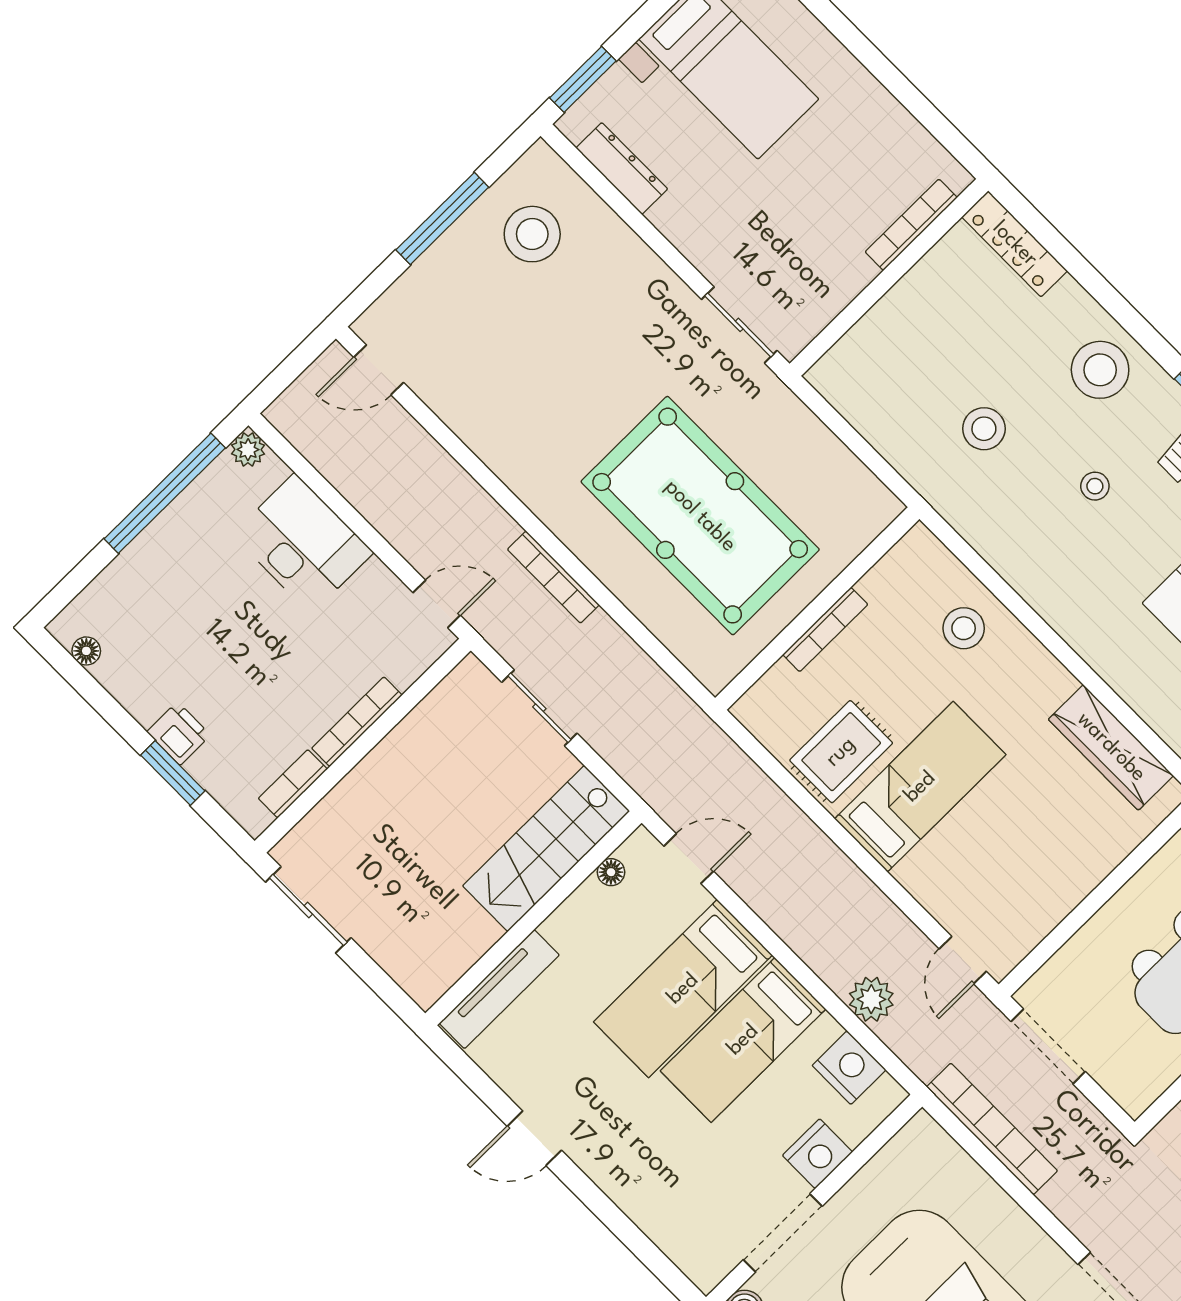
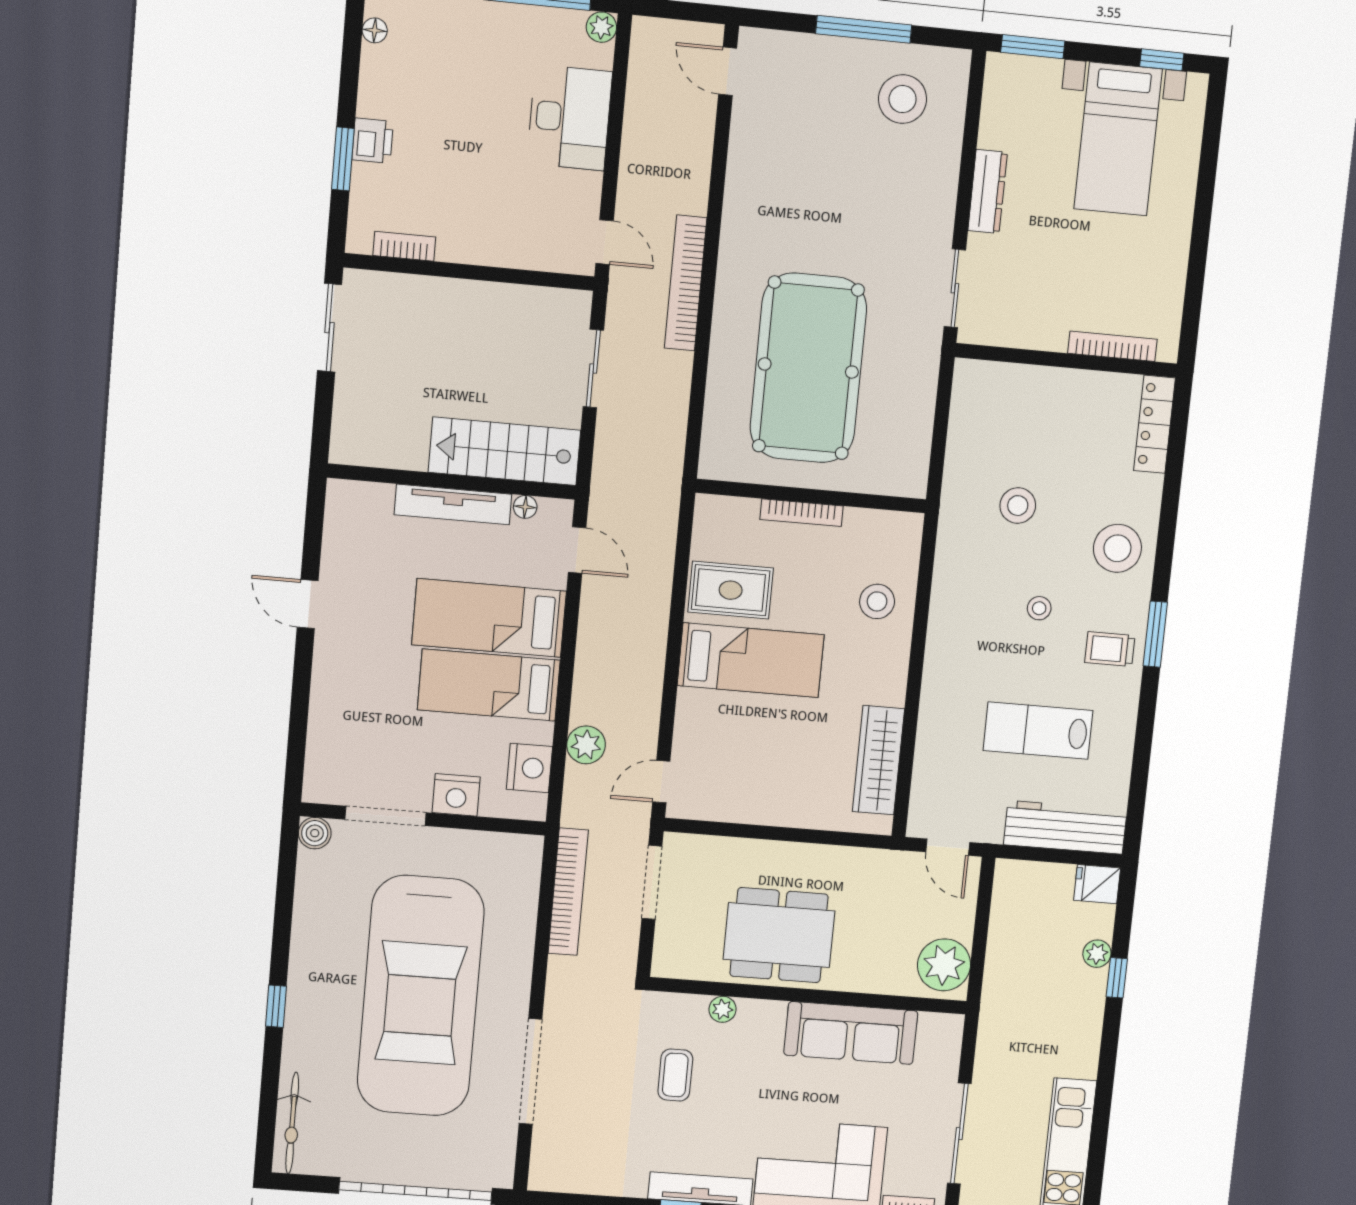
dresser: (622, 168) -> (988, 191), moved
bookcase: (553, 577) -> (686, 283), width x1.48, depth x1.31
bookcase: (357, 722) -> (482, 254), removed
tv unit: (499, 989) -> (453, 504), moved

